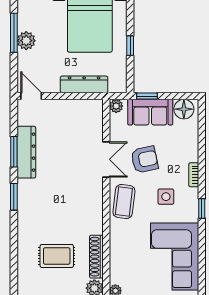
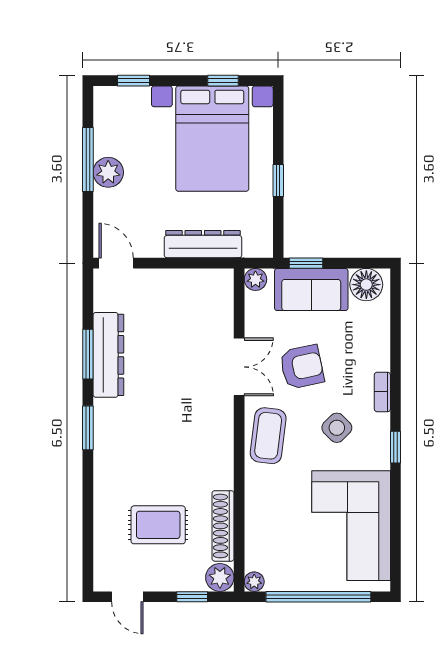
side table: (166, 197) -> (337, 428), turned 45

